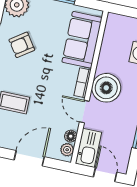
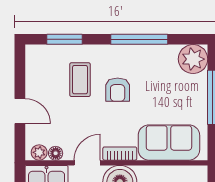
armchair: (22, 45) -> (118, 90), moved, turned -145
door: (29, 158) -> (20, 111), width x0.73

